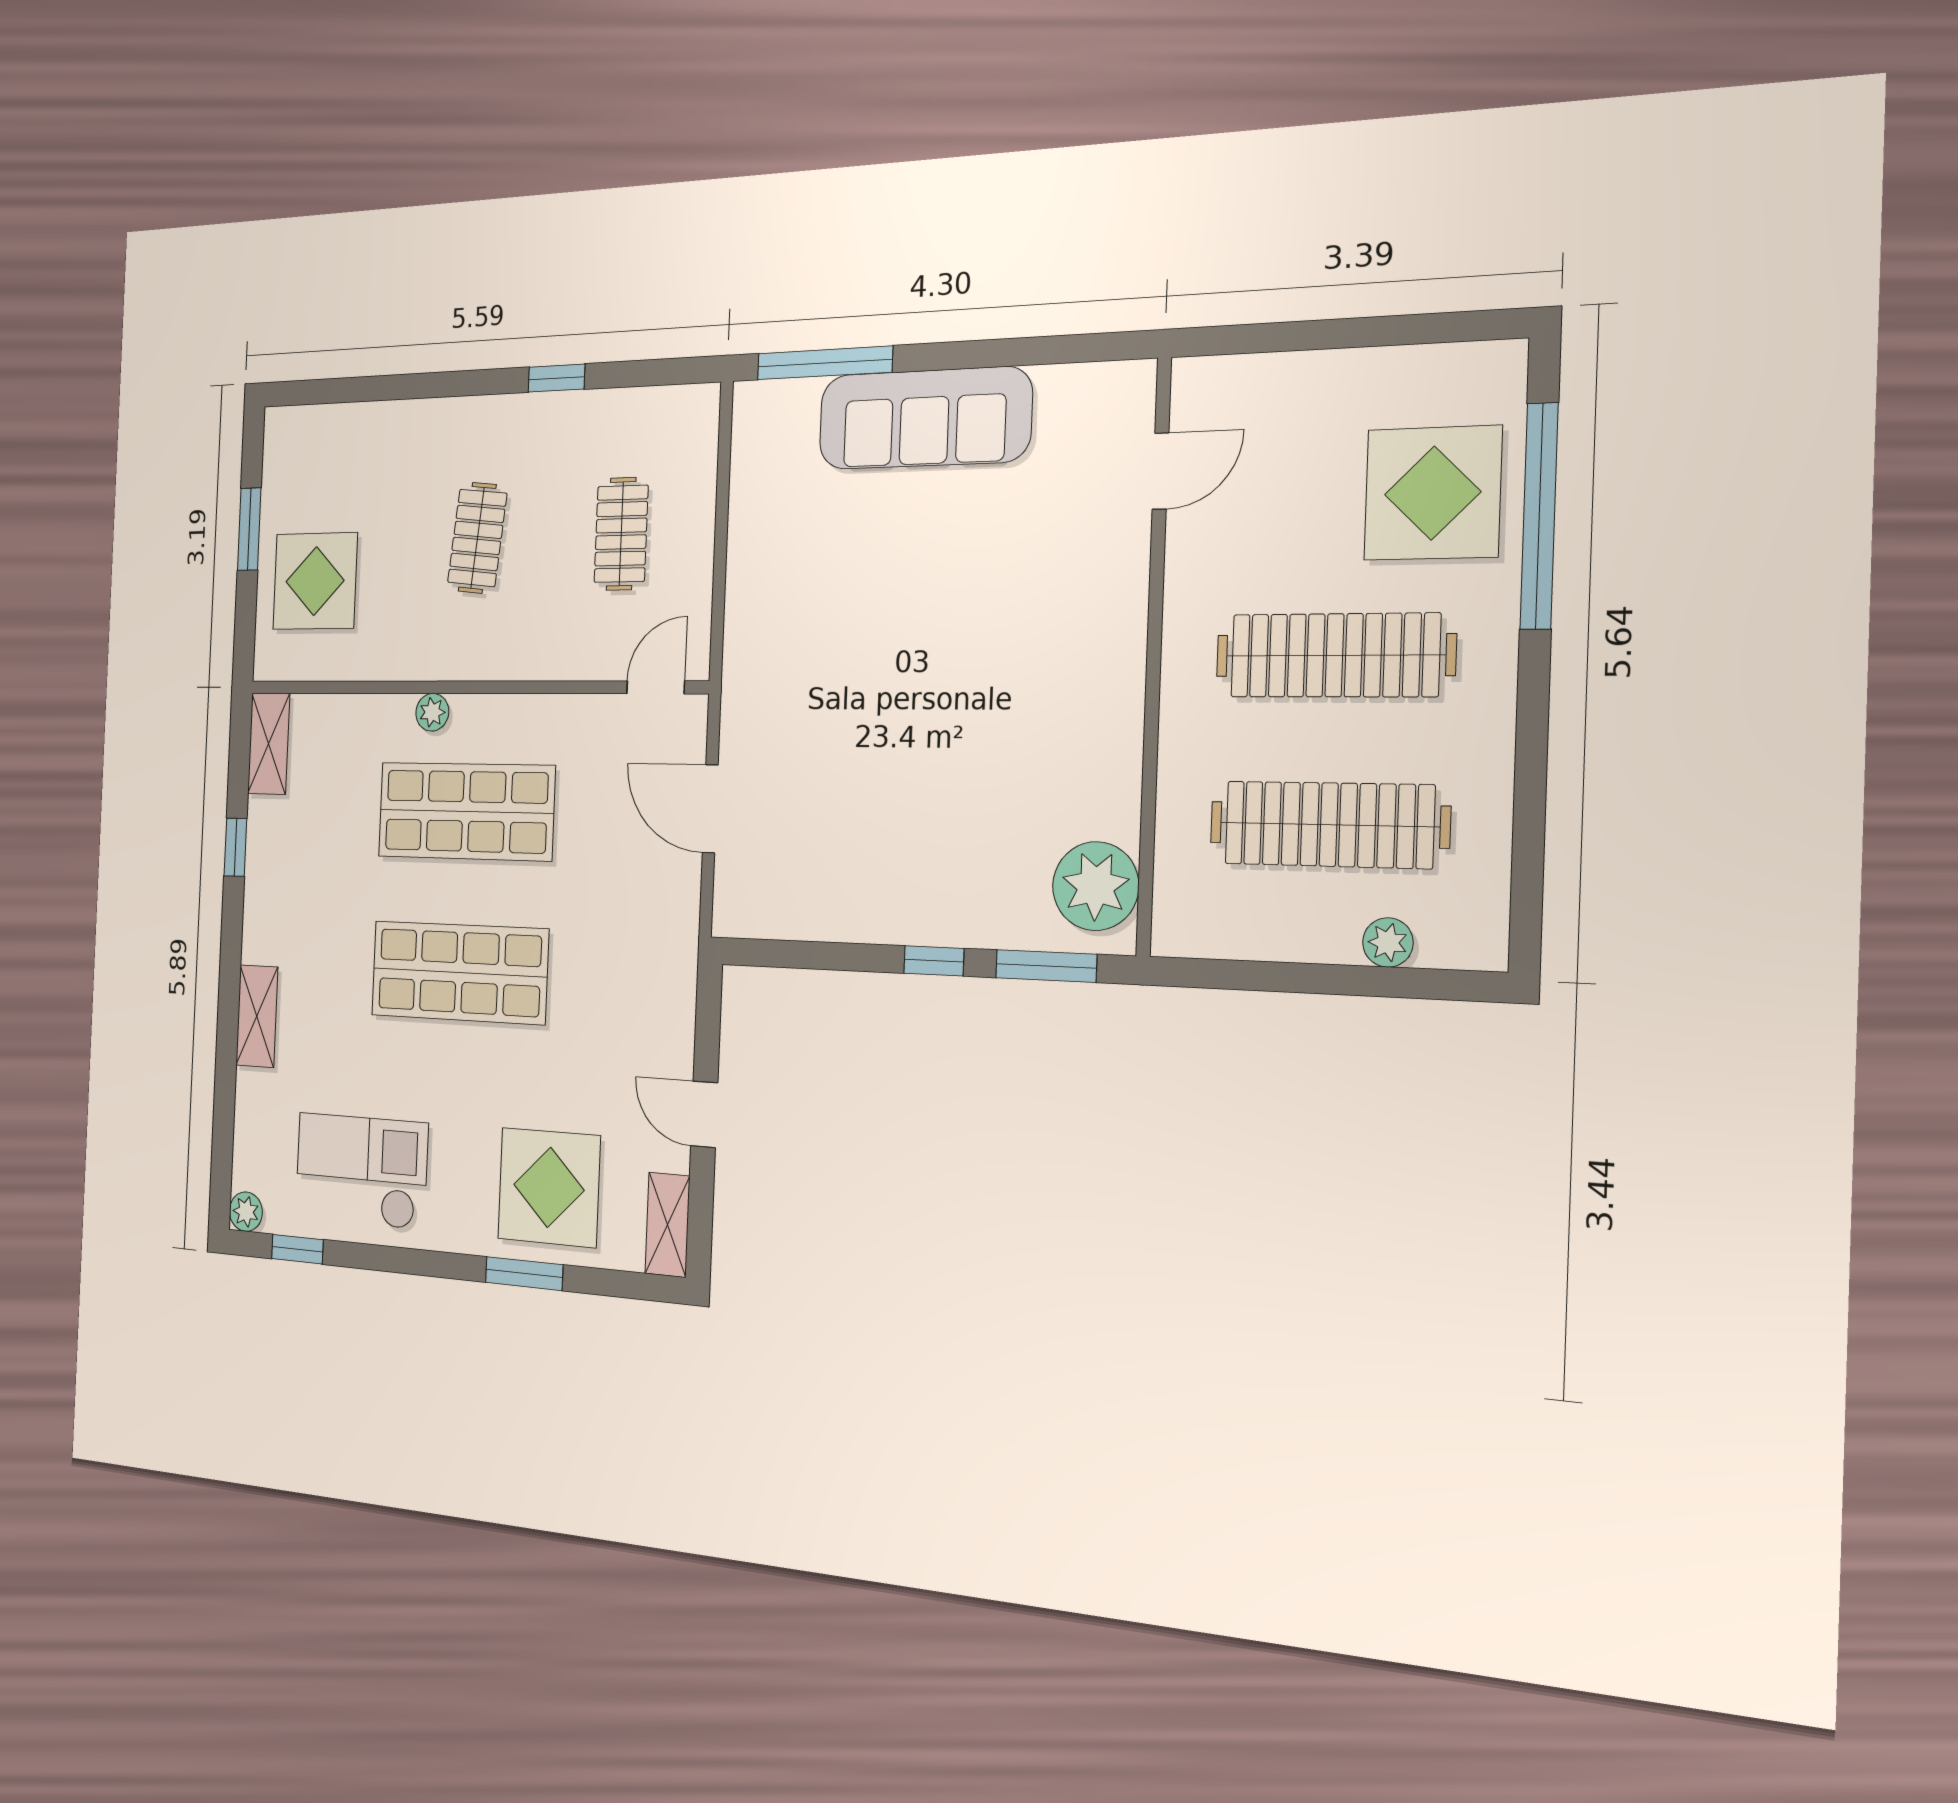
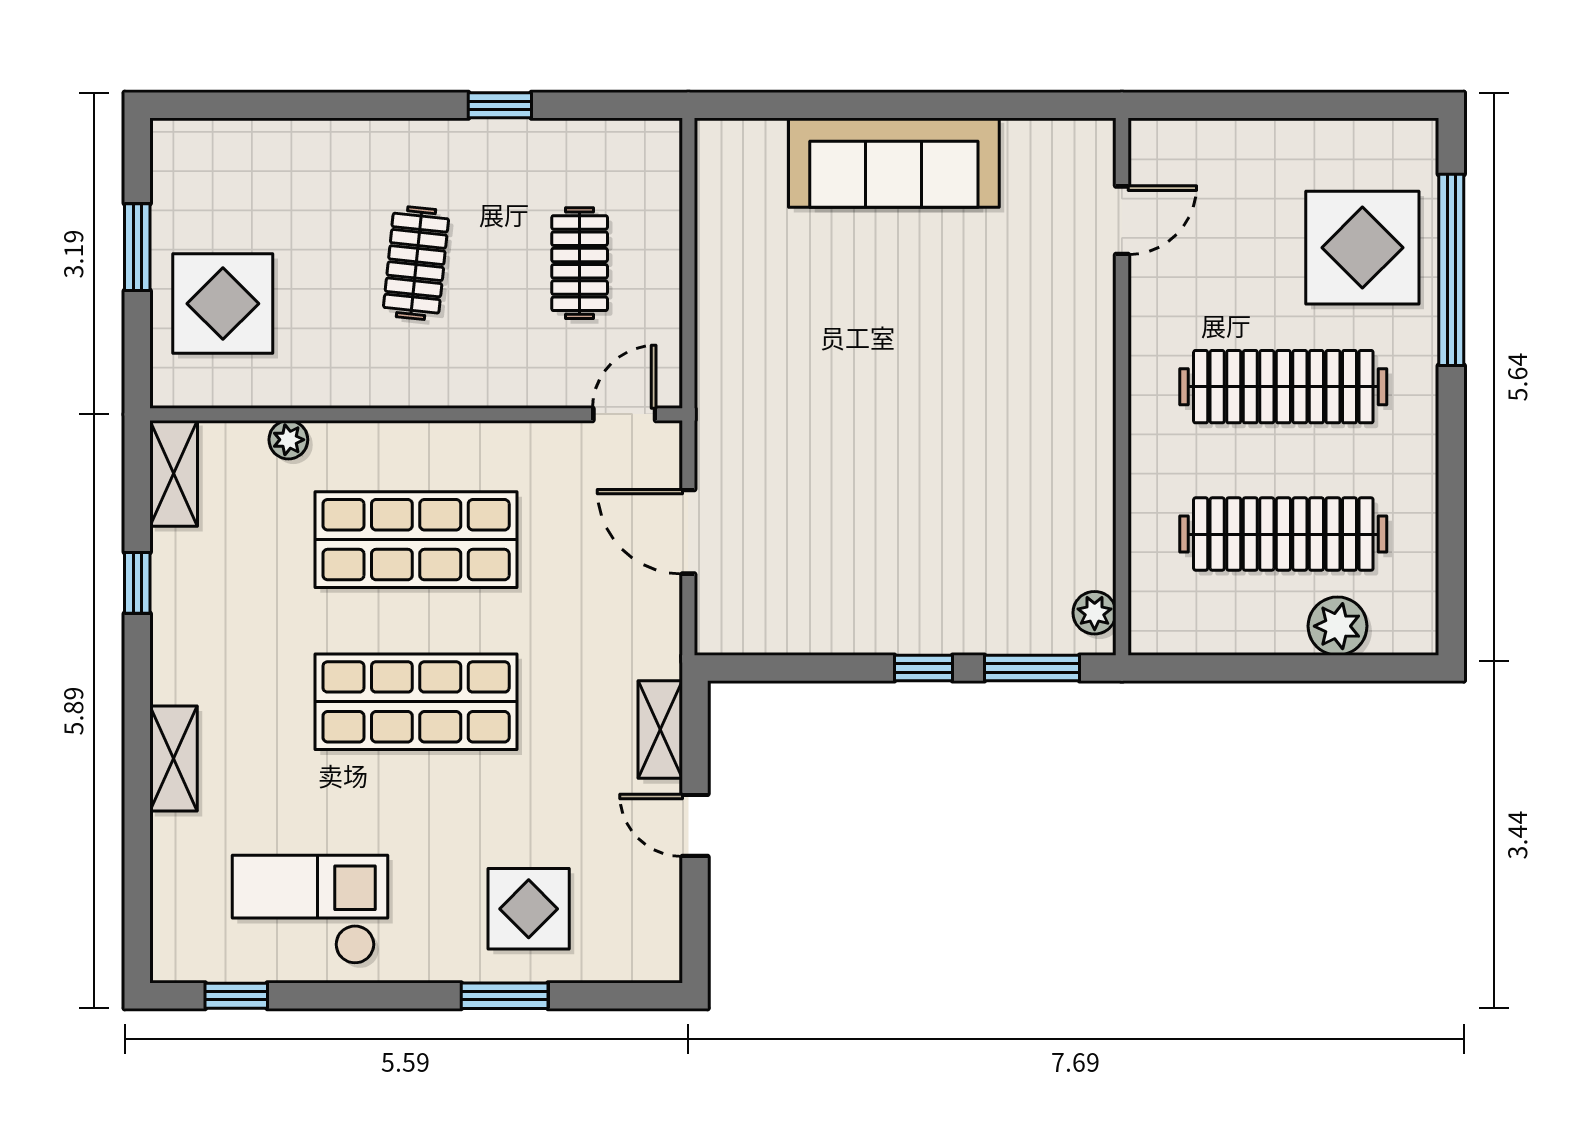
window: (825, 363) -> (790, 105), removed
plant: (432, 712) -> (288, 440), moved
plant: (1096, 886) -> (1095, 613), width x0.53, depth x0.53
plant: (1388, 942) -> (1338, 626), width x1.38, depth x1.38
display table: (549, 1187) -> (529, 909), width x0.73, depth x0.73
plant: (246, 1212) -> (170, 963), removed
shelving: (667, 1225) -> (660, 730), moved

